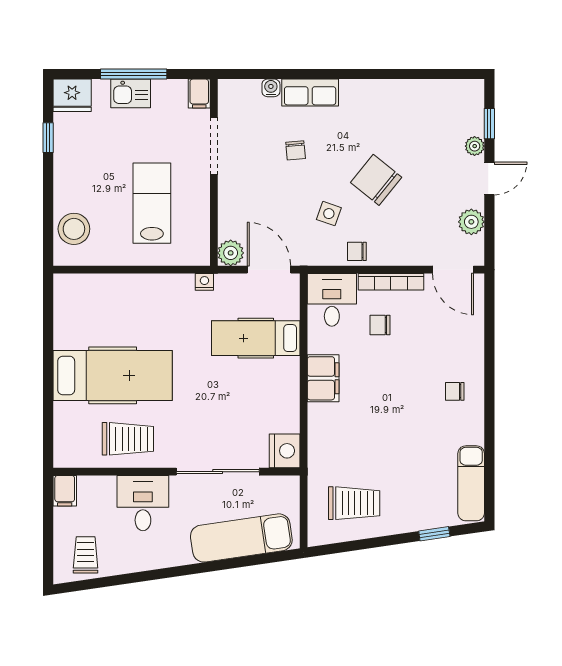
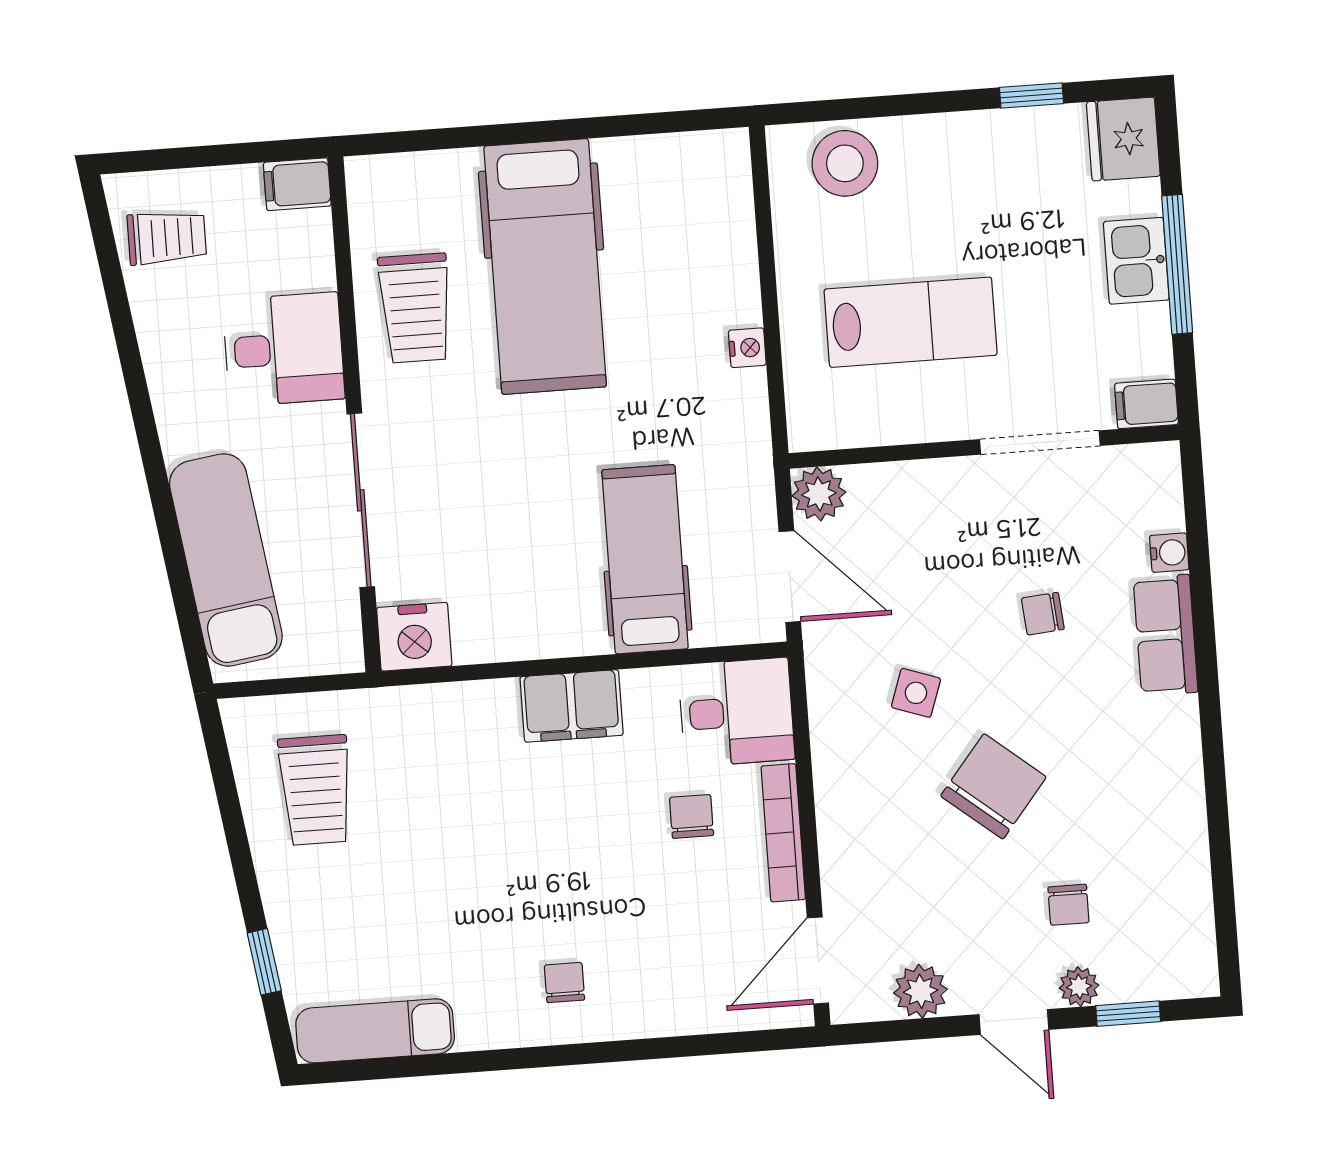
chair: (357, 251) -> (1069, 905), moved, turned 180
door: (269, 270) -> (790, 577), hinge flipped
nightstand: (204, 282) -> (747, 348), moved

